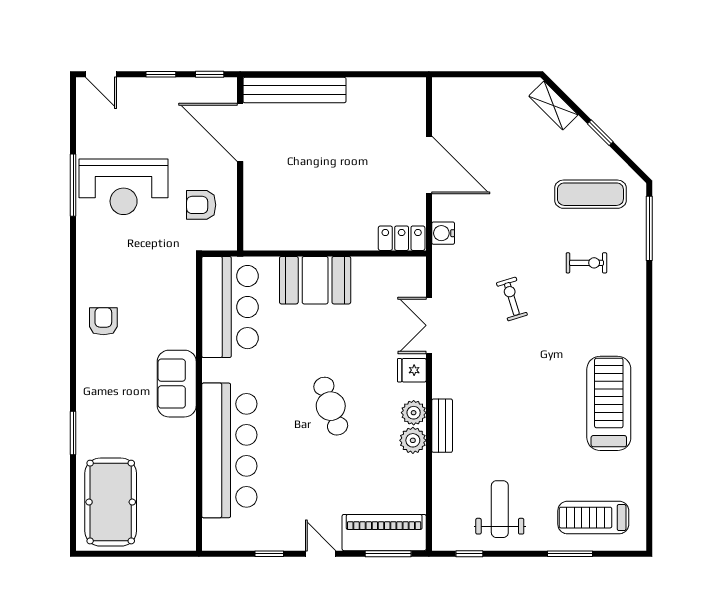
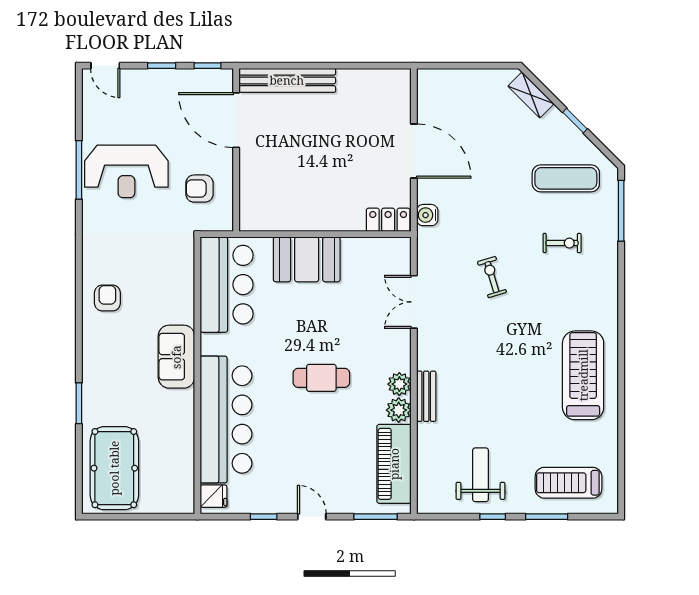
fridge: (412, 370) -> (214, 496), moved, turned 180
cafe table: (331, 406) -> (321, 378), turned -71
piano: (384, 533) -> (394, 464), moved, turned -90
window: (469, 554) -> (493, 517), moved

